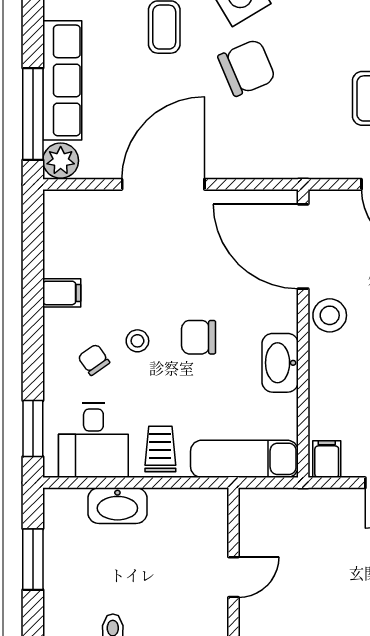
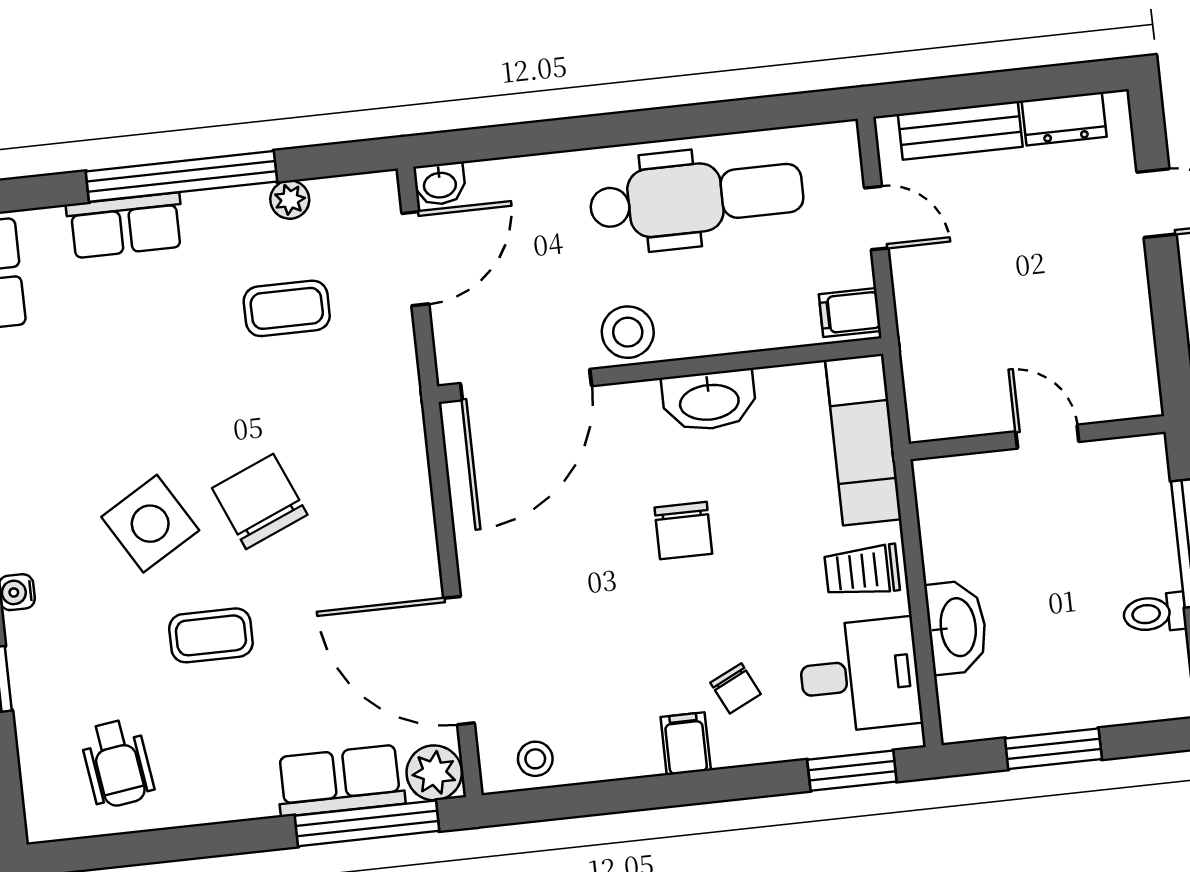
row of seats: (62, 80) -> (340, 781), width x0.68
door: (163, 184) -> (459, 661), moved
filing cabinet: (62, 293) -> (686, 744), moved
stool: (137, 341) -> (535, 759), moved
chair: (94, 360) -> (736, 688), turned -81

